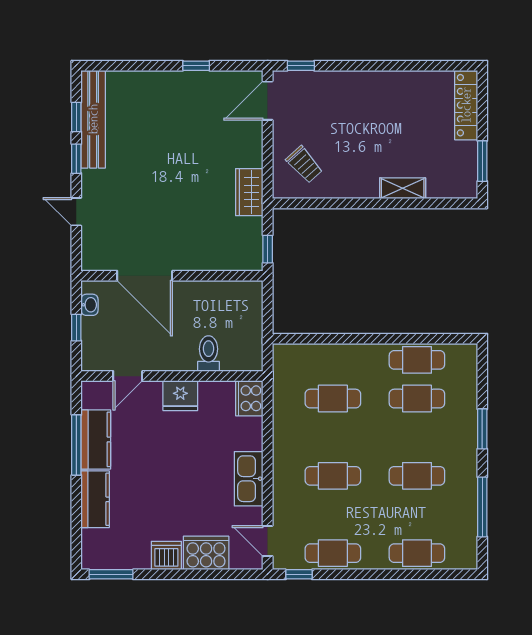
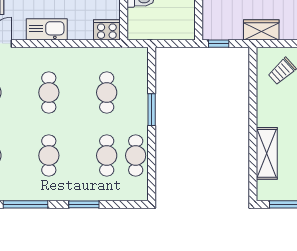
shelving: (403, 188) -> (267, 153), width x1.50, depth x1.33
window: (356, 339) -> (152, 110), added

